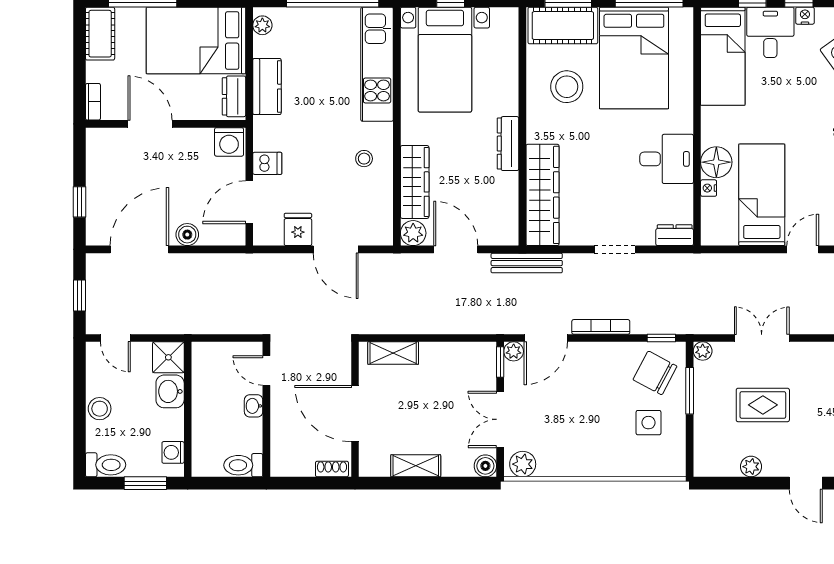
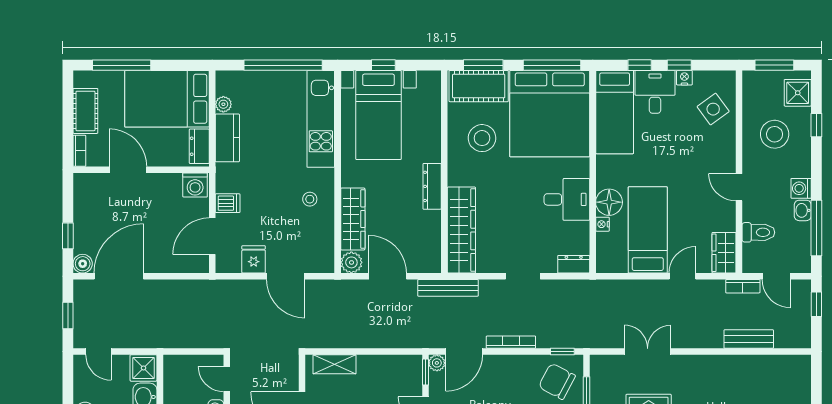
plant: (262, 25) -> (223, 104), moved
cot: (100, 34) -> (85, 111), moved
bed: (634, 58) -> (550, 114), width x1.36
boiler: (187, 235) -> (83, 264), moved
plant: (703, 351) -> (597, 363), removed

